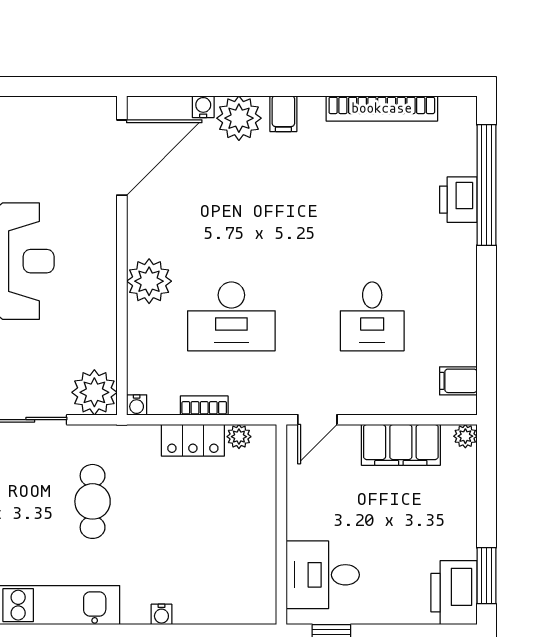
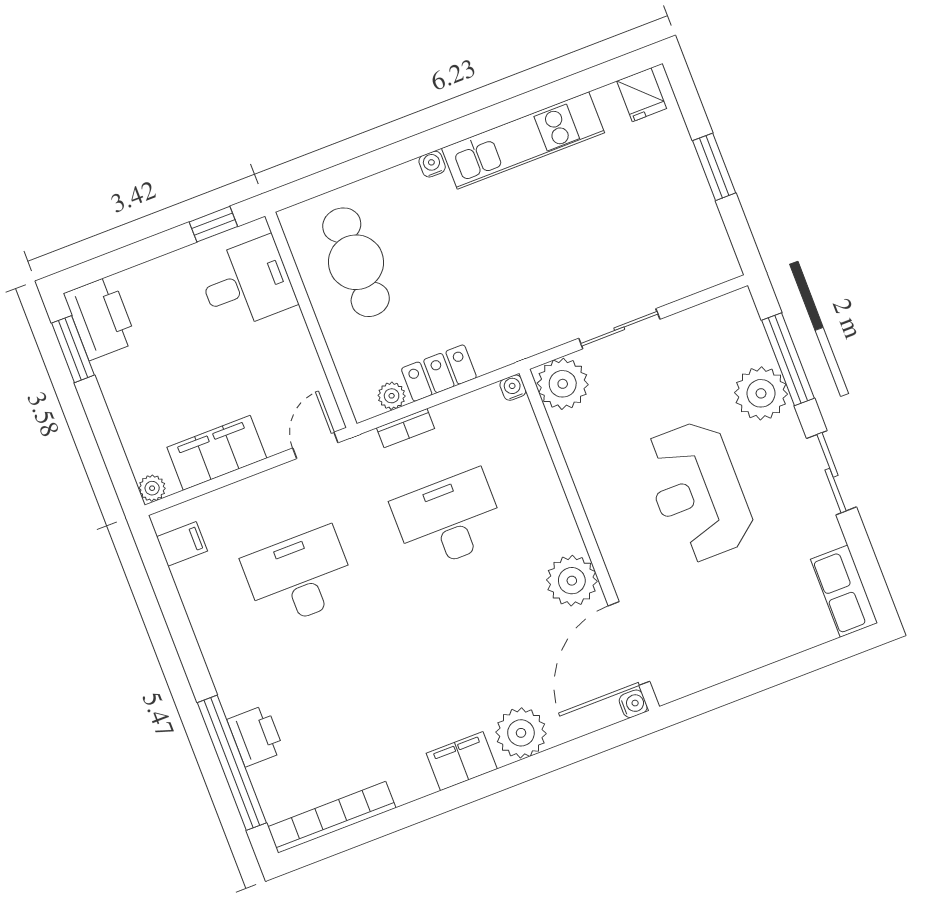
water cooler: (203, 107) -> (633, 704), moved, turned -90
bookcase: (382, 108) -> (332, 817), moved
filing cabinet: (283, 114) -> (462, 761), width x2.00
plant: (149, 281) -> (572, 581), moved
desk: (372, 316) -> (299, 577), width x1.37
bookcase: (204, 405) -> (406, 428), moved
cafe table: (93, 501) -> (356, 262), moved, width x1.37, depth x1.35
water cooler: (161, 614) -> (432, 164), moved

